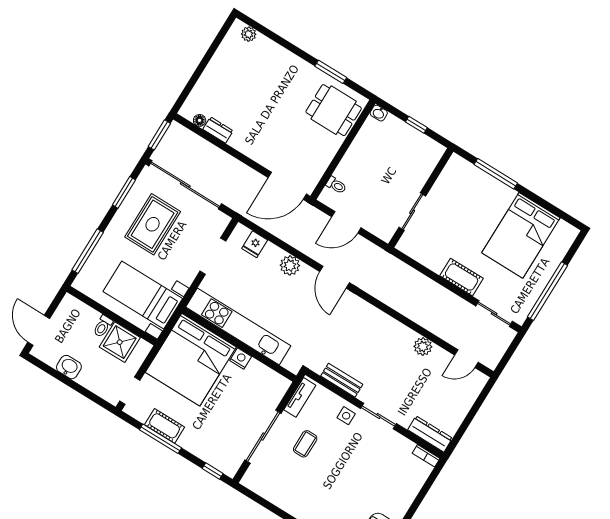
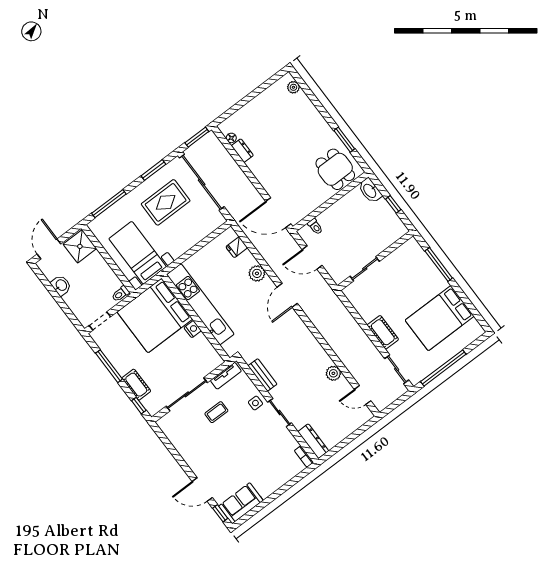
washbasin: (379, 113) -> (370, 191), width x1.91, depth x1.45
doorway: (213, 256) -> (202, 244), removed
toilet: (103, 326) -> (120, 294), moved
shower: (120, 342) -> (80, 246), moved
cot: (165, 426) -> (136, 385), moved

